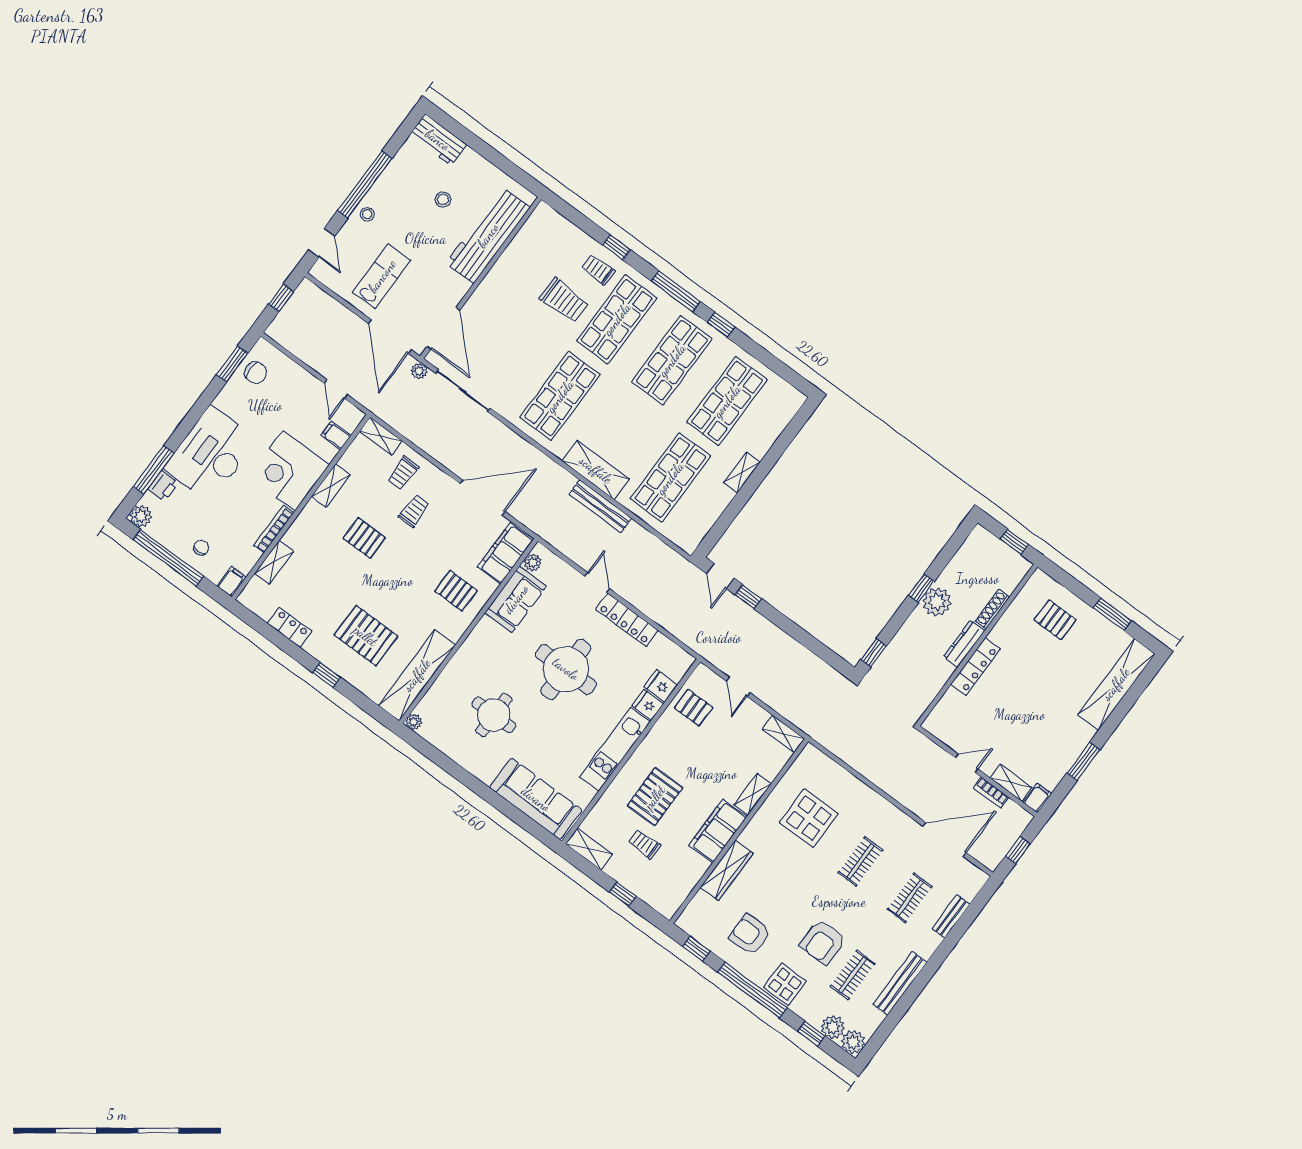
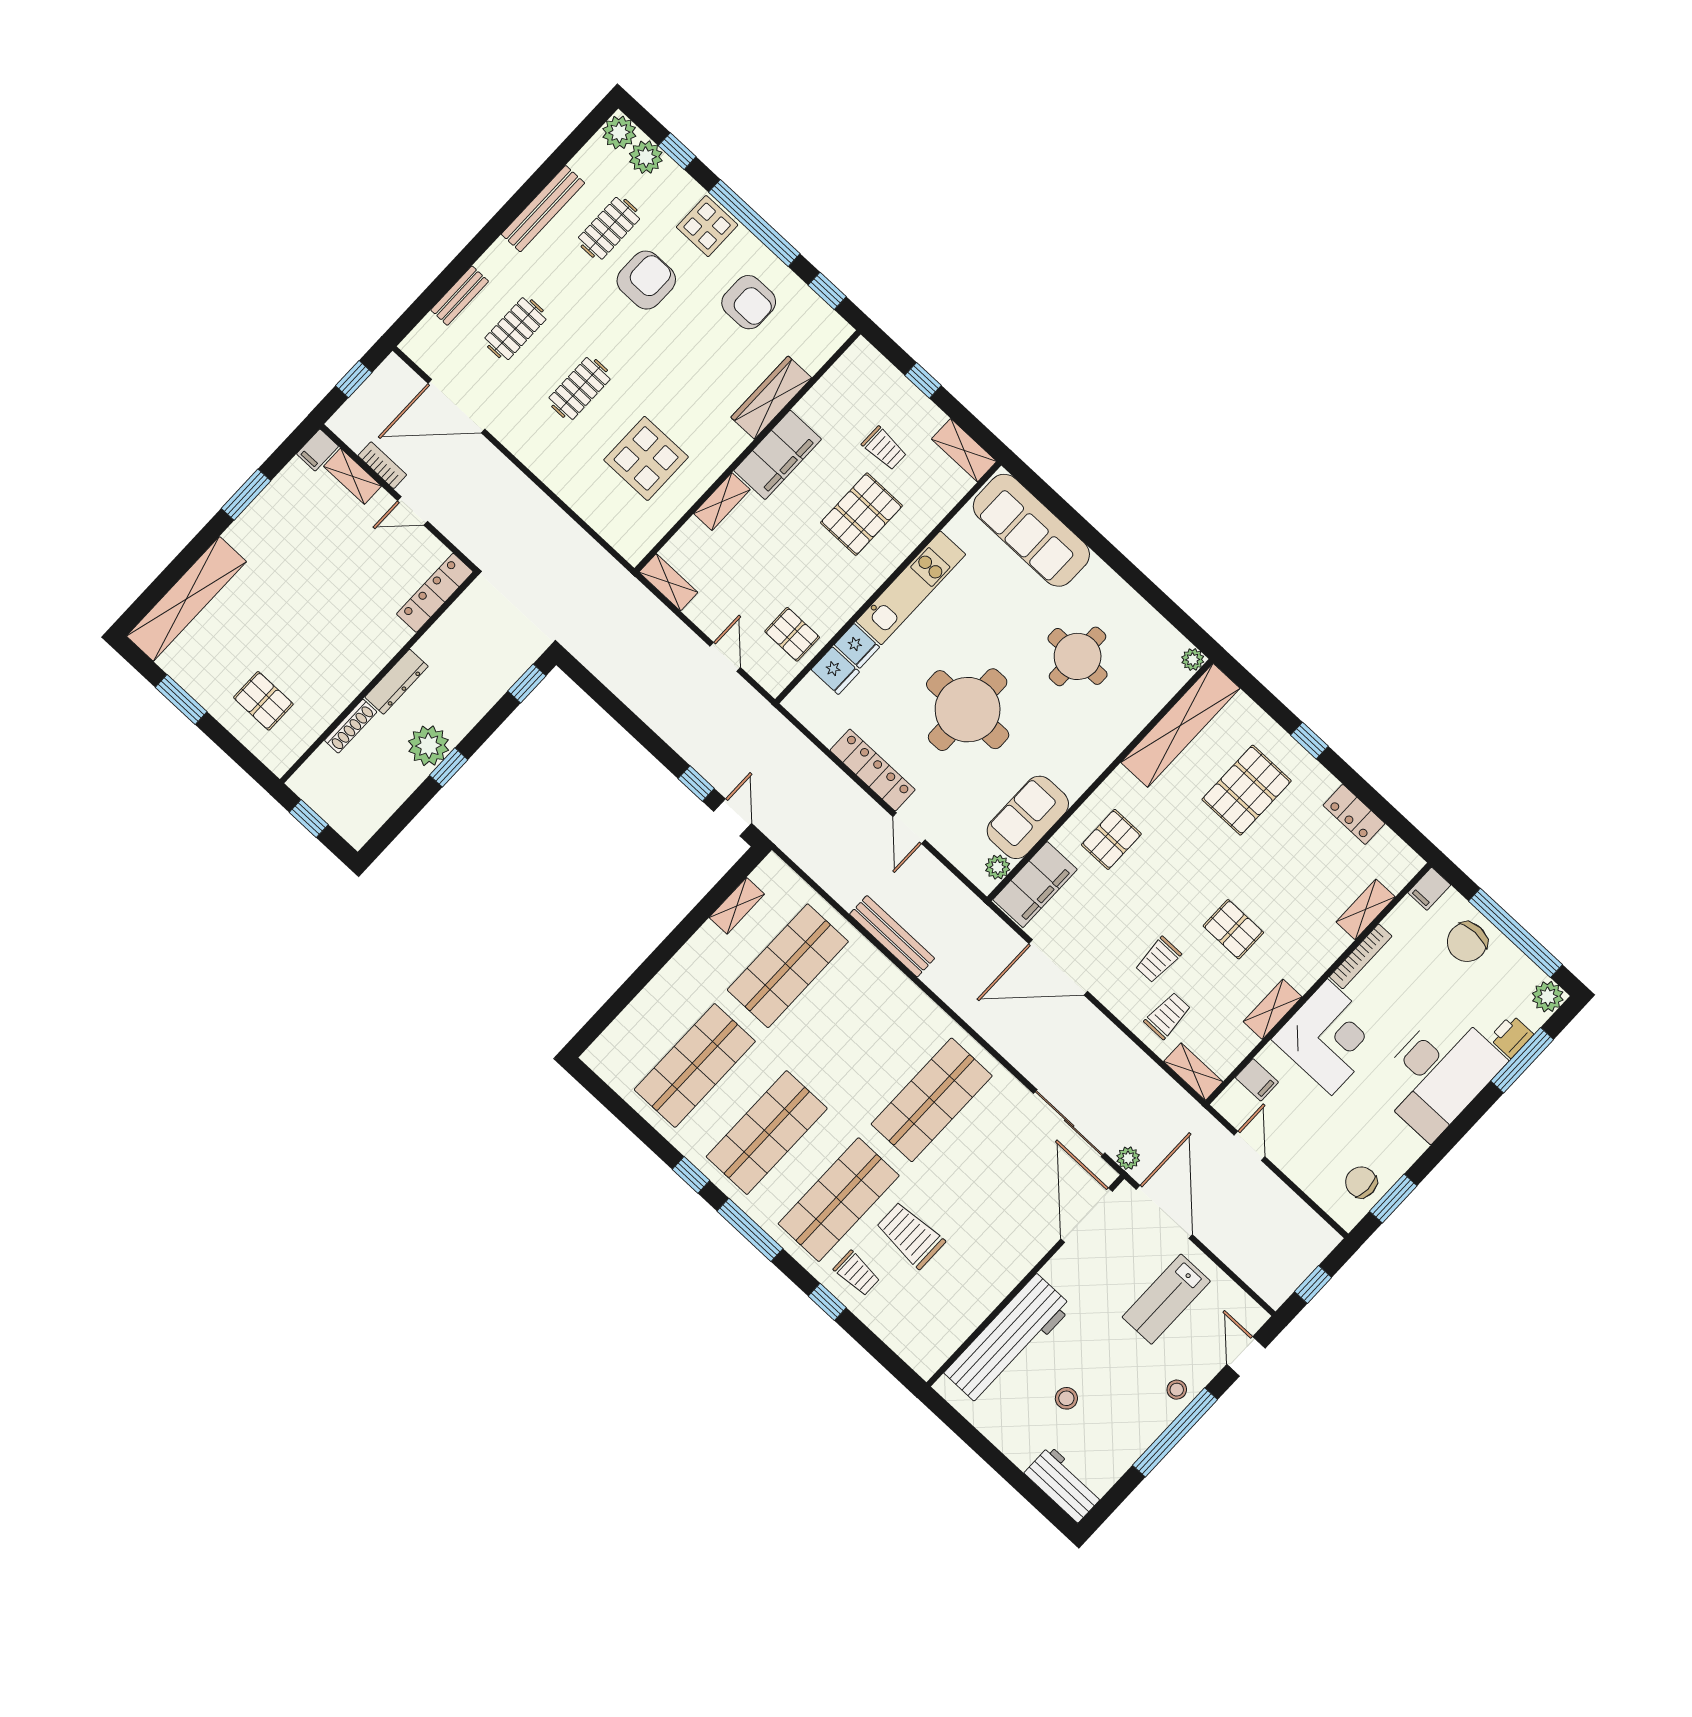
shelving: (596, 470) -> (893, 989), removed
shelving: (742, 472) -> (737, 906), moved
chair: (201, 548) -> (1467, 942), width x1.87, depth x1.87
pallet: (456, 591) -> (1111, 839), turned 90
pallet: (366, 636) -> (1247, 790), turned 90
locker: (975, 667) -> (435, 593), moved

